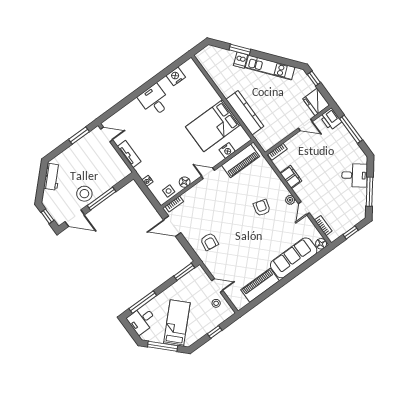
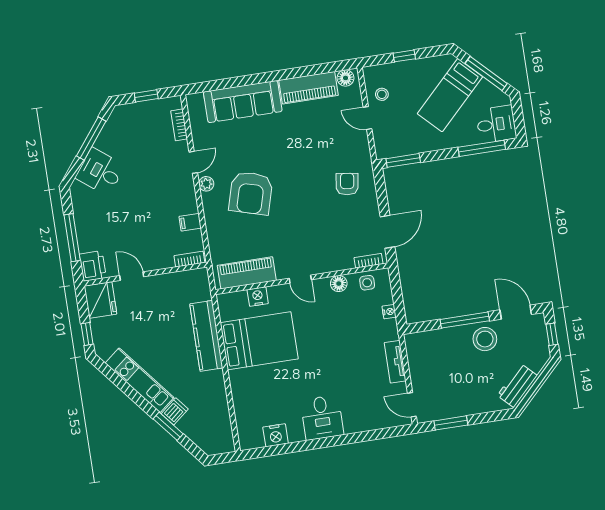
filing cabinet: (291, 177) -> (190, 222), width x0.50
armchair: (262, 208) -> (251, 193), width x1.88, depth x1.88
door: (172, 226) -> (387, 232), hinge flipped
floor lamp: (321, 244) -> (346, 78), moved

